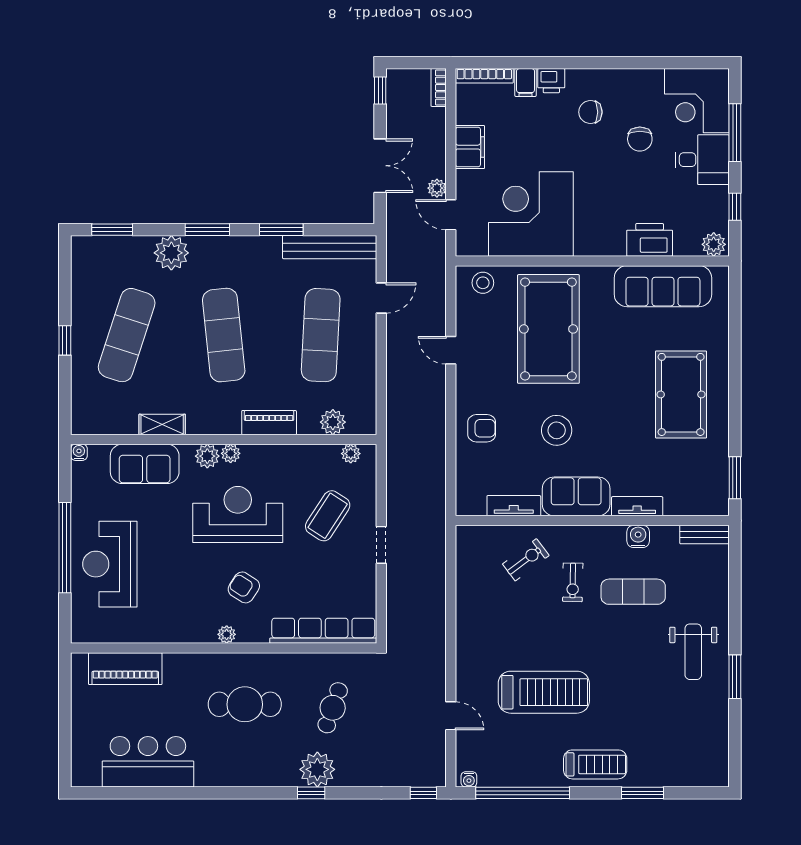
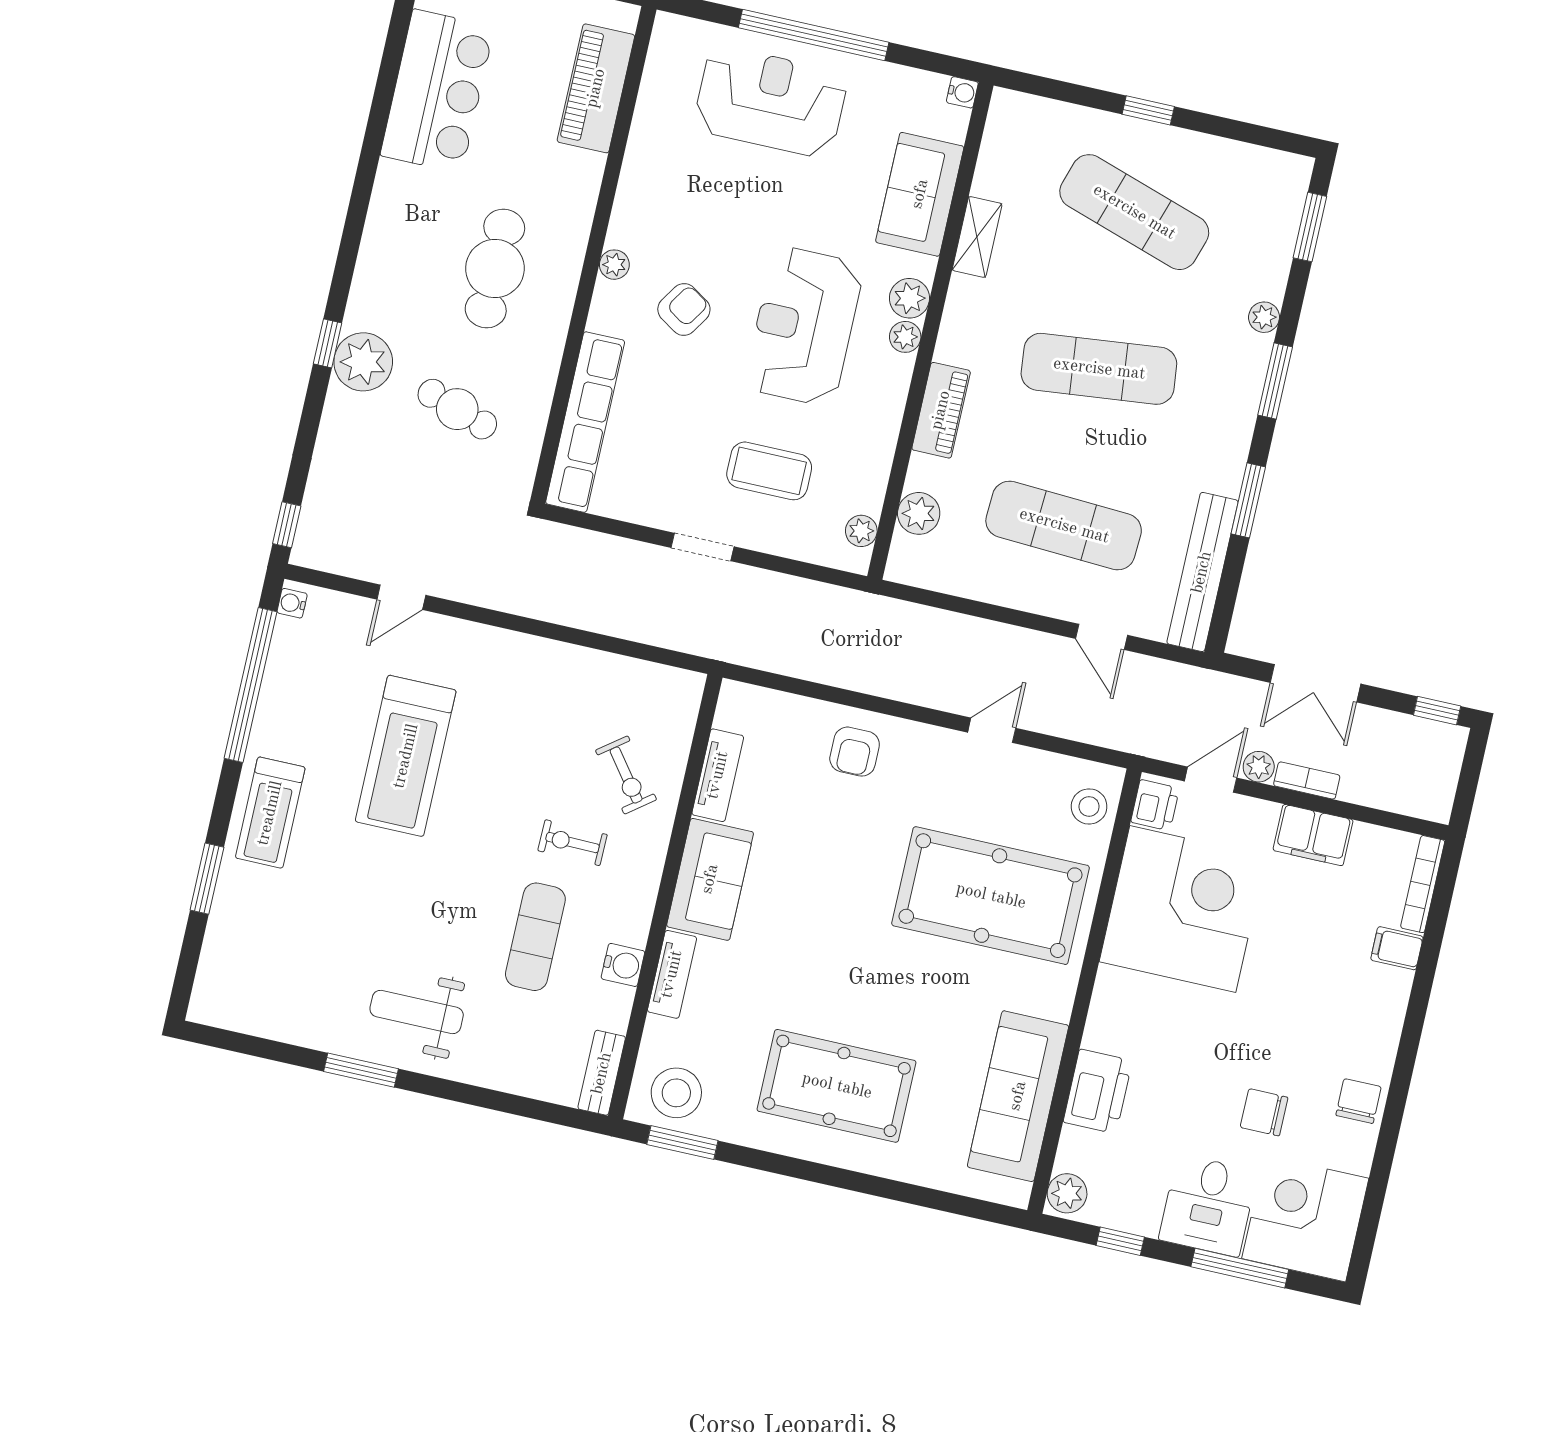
printer: (551, 81) -> (1155, 805), moved, turned 180
bookcase: (439, 87) -> (1307, 780), moved
chair: (590, 112) -> (1359, 1101), moved
plant: (171, 253) -> (1264, 317), width x0.53, depth x0.53
stool: (557, 430) -> (676, 1093), moved
reception desk: (238, 514) -> (804, 326), turned 180
coffee table: (328, 516) -> (769, 471), turned -33

